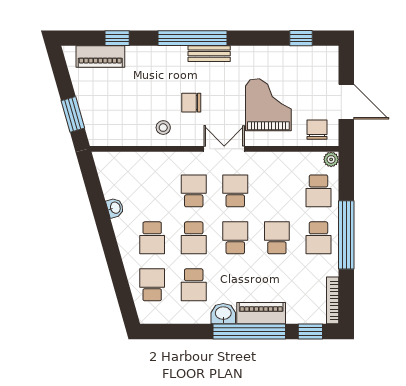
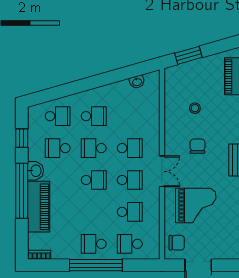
stool: (163, 128) -> (195, 108), moved
plant: (331, 159) -> (154, 254), removed
washbasin: (115, 208) -> (137, 82), moved
school desk: (152, 238) -> (94, 116), turned 180
school desk: (277, 238) -> (130, 212), moved
bookcase: (333, 300) -> (39, 255), width x0.64
piano: (261, 313) -> (39, 207), width x1.37, depth x1.33
window: (310, 332) -> (22, 138), moved

